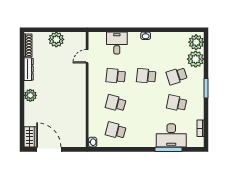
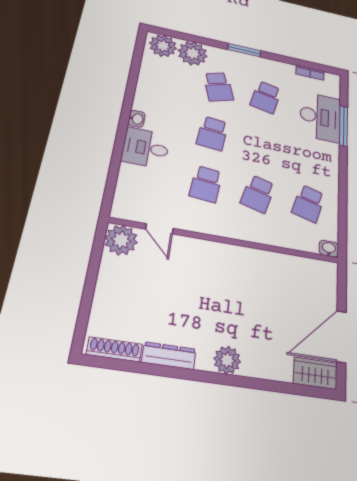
plant: (56, 39) -> (121, 240), moved
desk: (117, 43) -> (146, 148), moved

